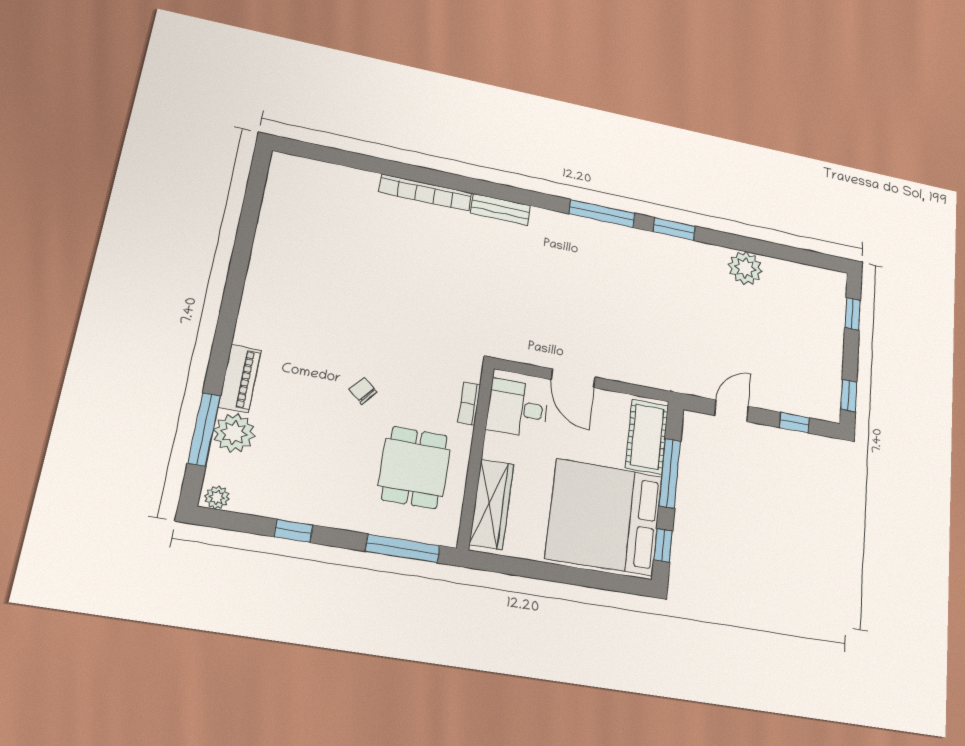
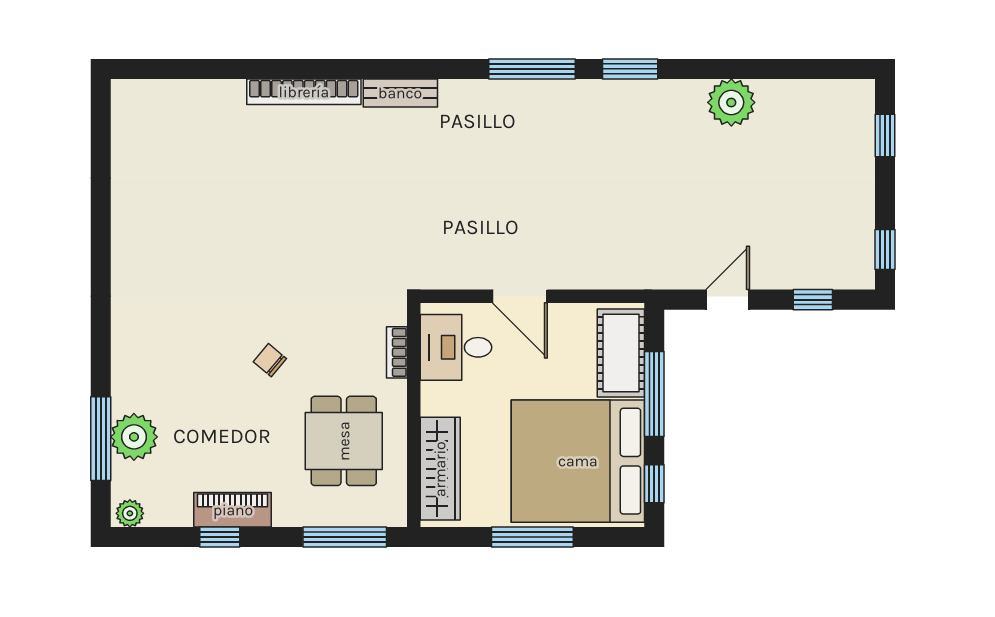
piano: (240, 378) -> (233, 510), moved, turned -90
window: (560, 574) -> (532, 537), added

